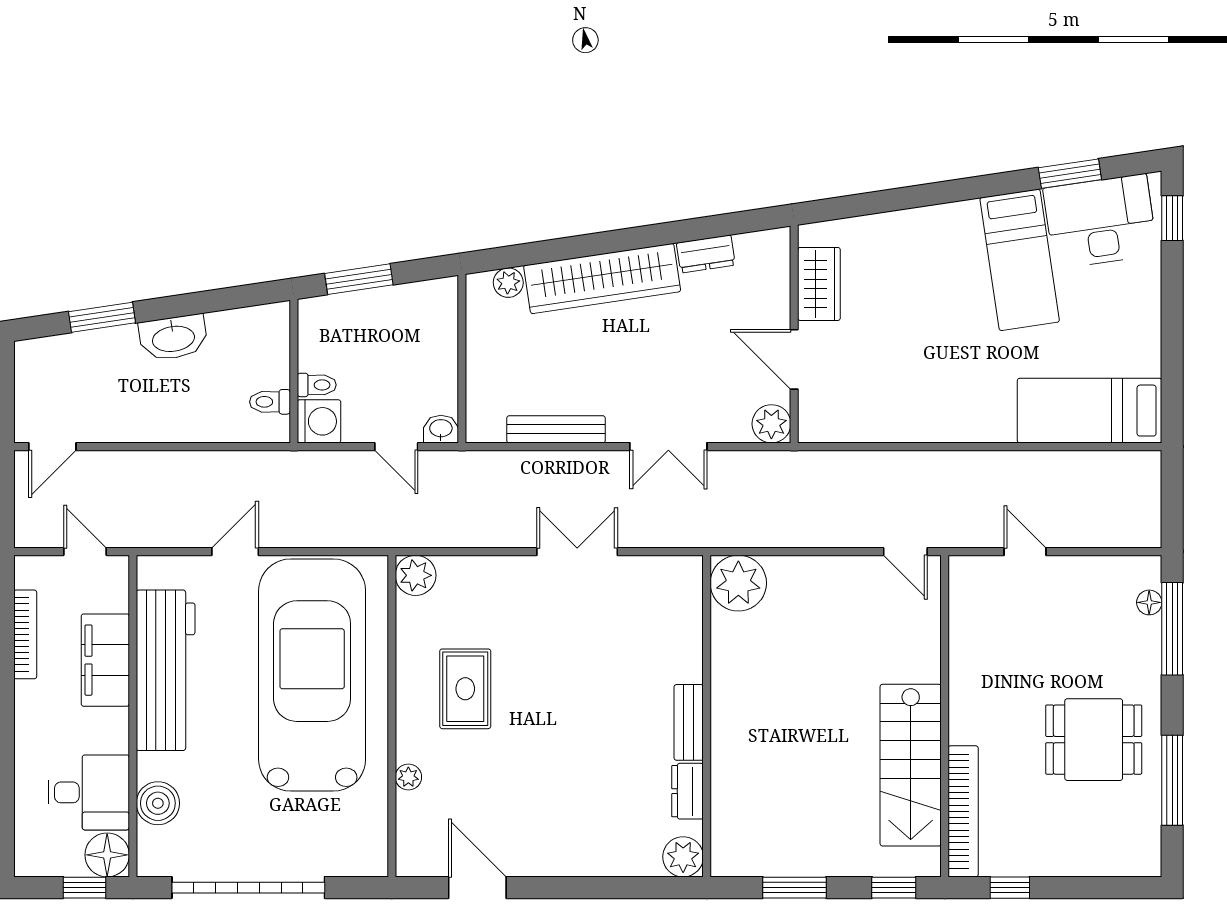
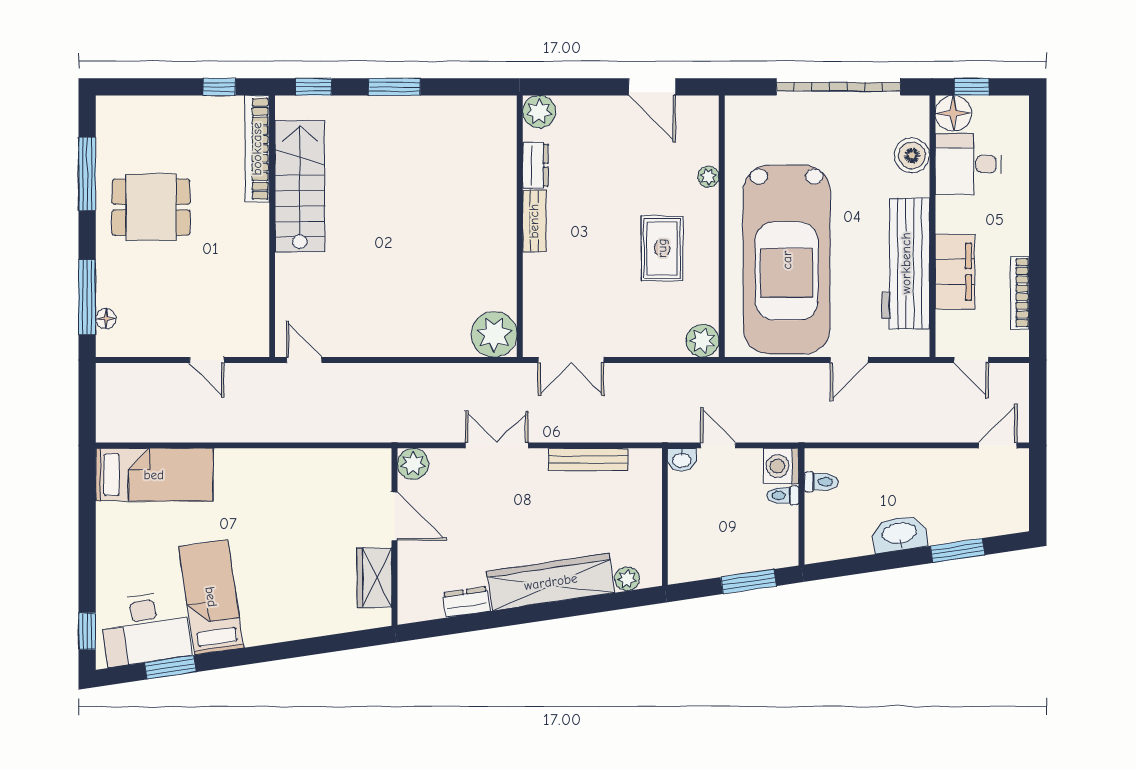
plant: (738, 583) -> (494, 334), moved
wall: (707, 716) -> (520, 226), moved
bench: (689, 722) -> (534, 221), moved
dresser: (688, 791) -> (535, 165), moved
plant: (683, 857) -> (539, 112), moved

